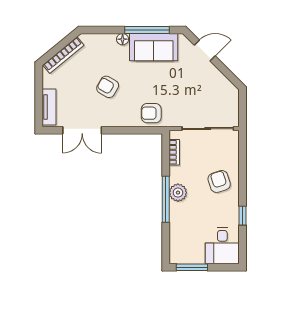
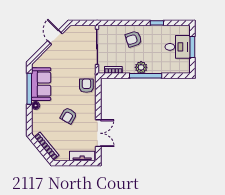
door: (205, 50) -> (55, 37), moved
armchair: (151, 113) -> (86, 86), turned 180
desk: (222, 246) -> (178, 47), moved
window: (192, 267) -> (192, 47), moved

